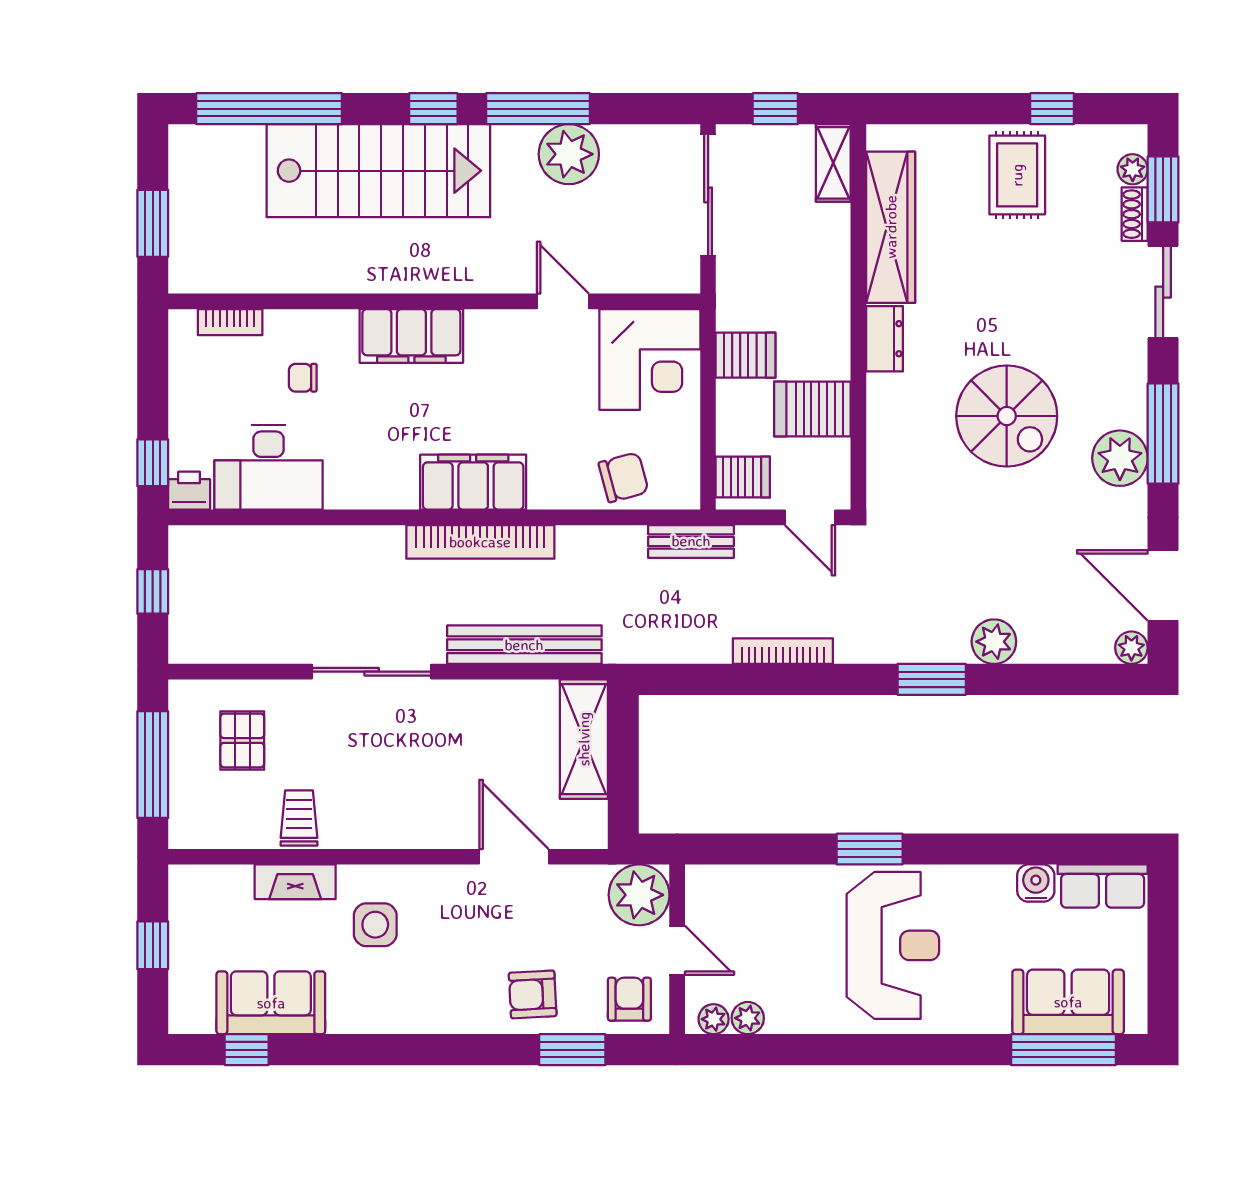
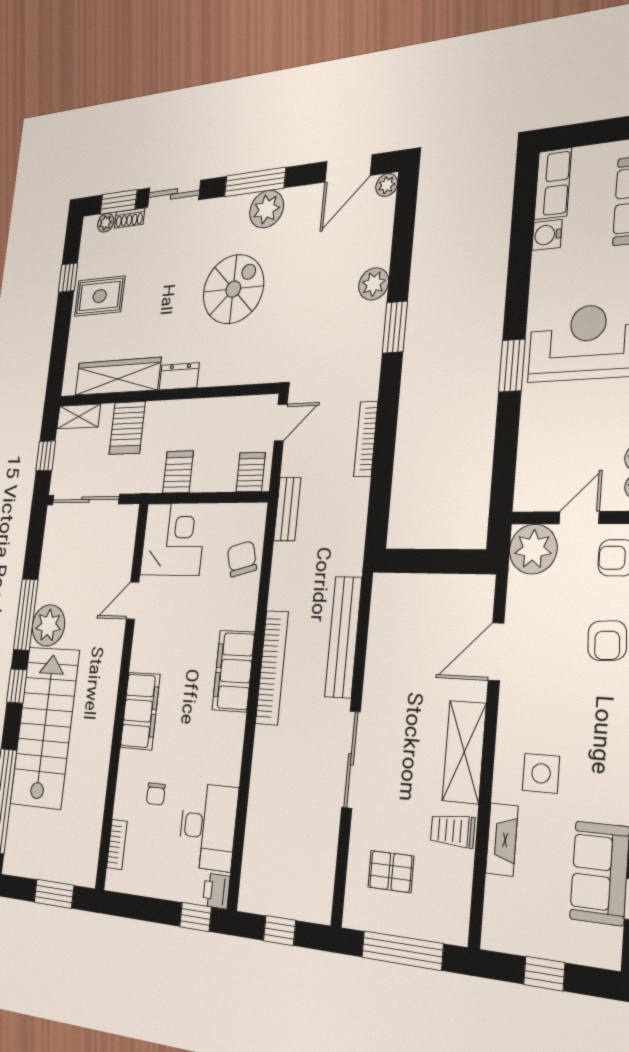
plant: (569, 154) -> (48, 625), moved
server rack: (812, 409) -> (127, 428), moved
shelving: (584, 739) -> (464, 752), moved, turned 90

